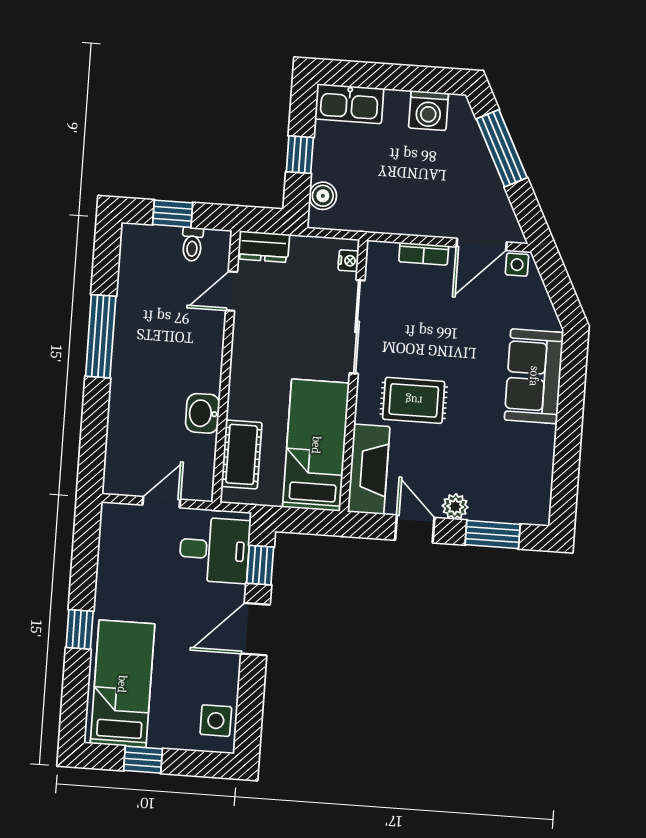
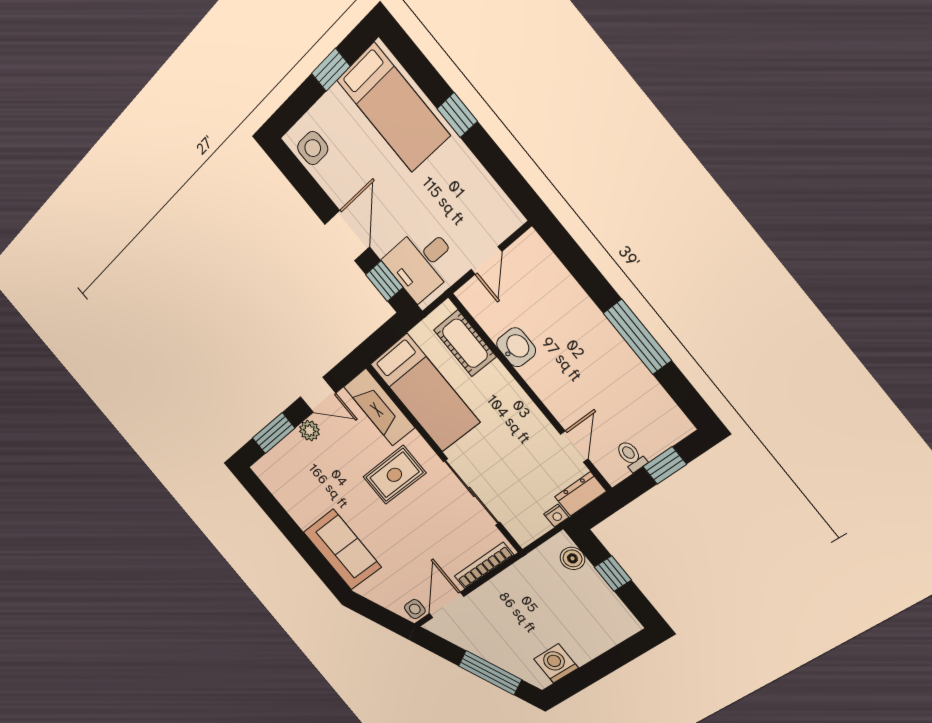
kitchen sink: (349, 104) -> (611, 631), removed
bookcase: (424, 254) -> (484, 566), width x1.56
nightstand: (348, 261) -> (556, 516), moved, turned -90

